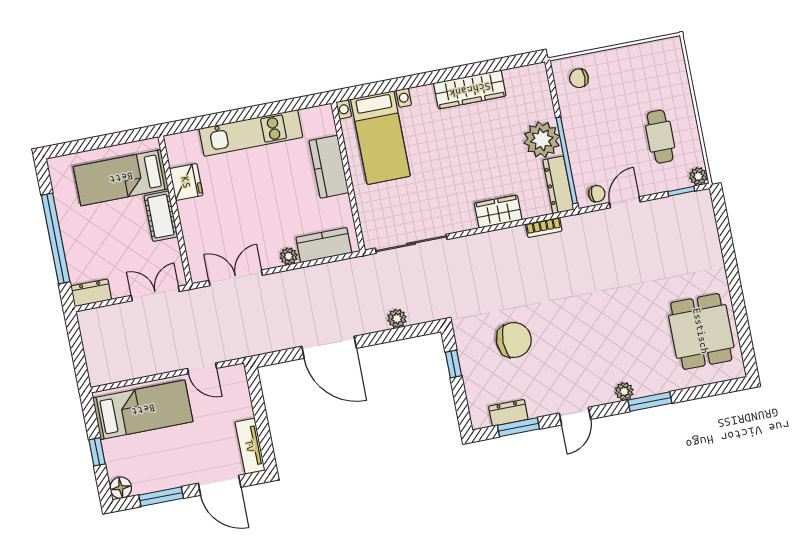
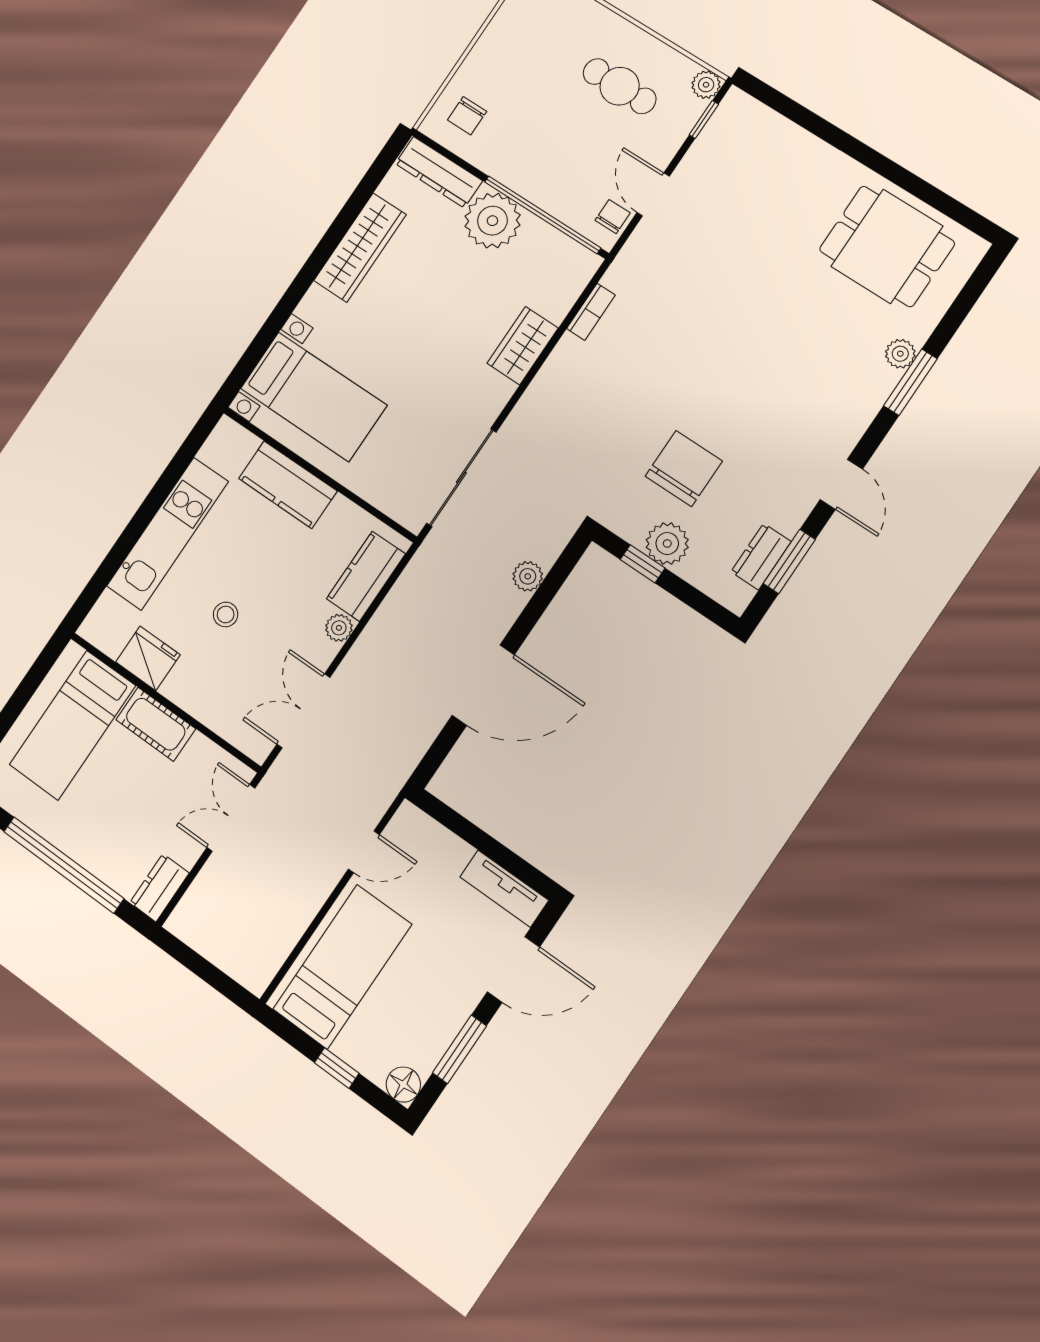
dresser: (558, 185) -> (439, 172), moved
stool: (242, 198) -> (226, 614), added
plant: (473, 366) -> (667, 544), added
plant: (624, 391) -> (900, 354), moved

